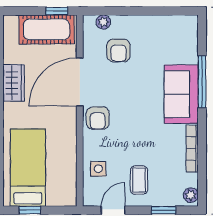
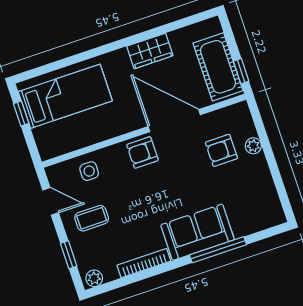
plant: (103, 22) -> (253, 146), moved

